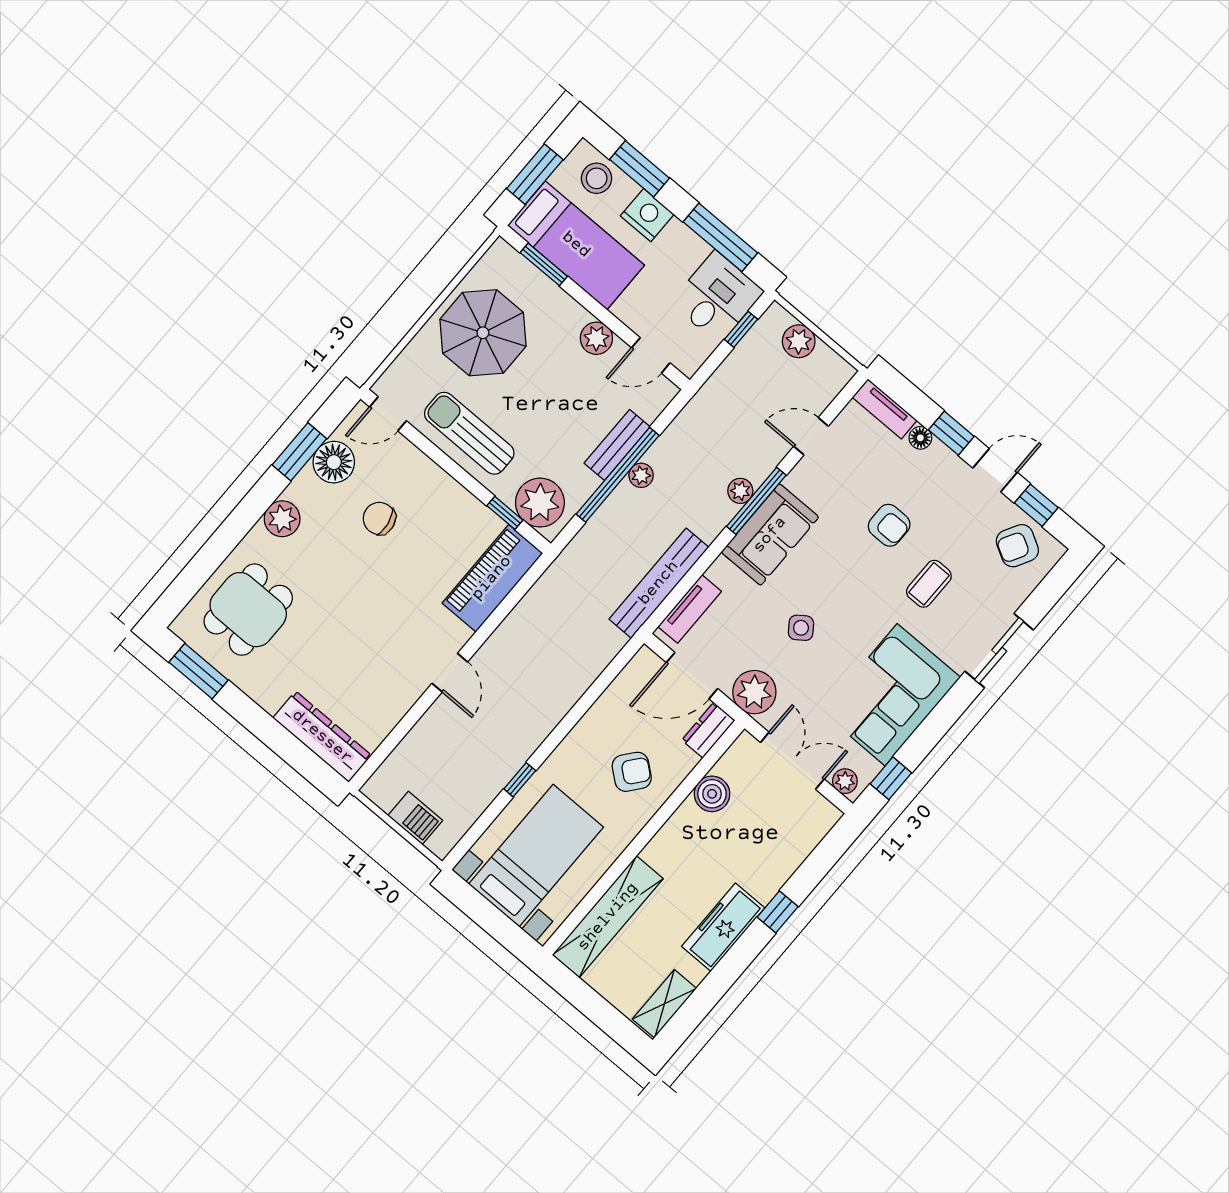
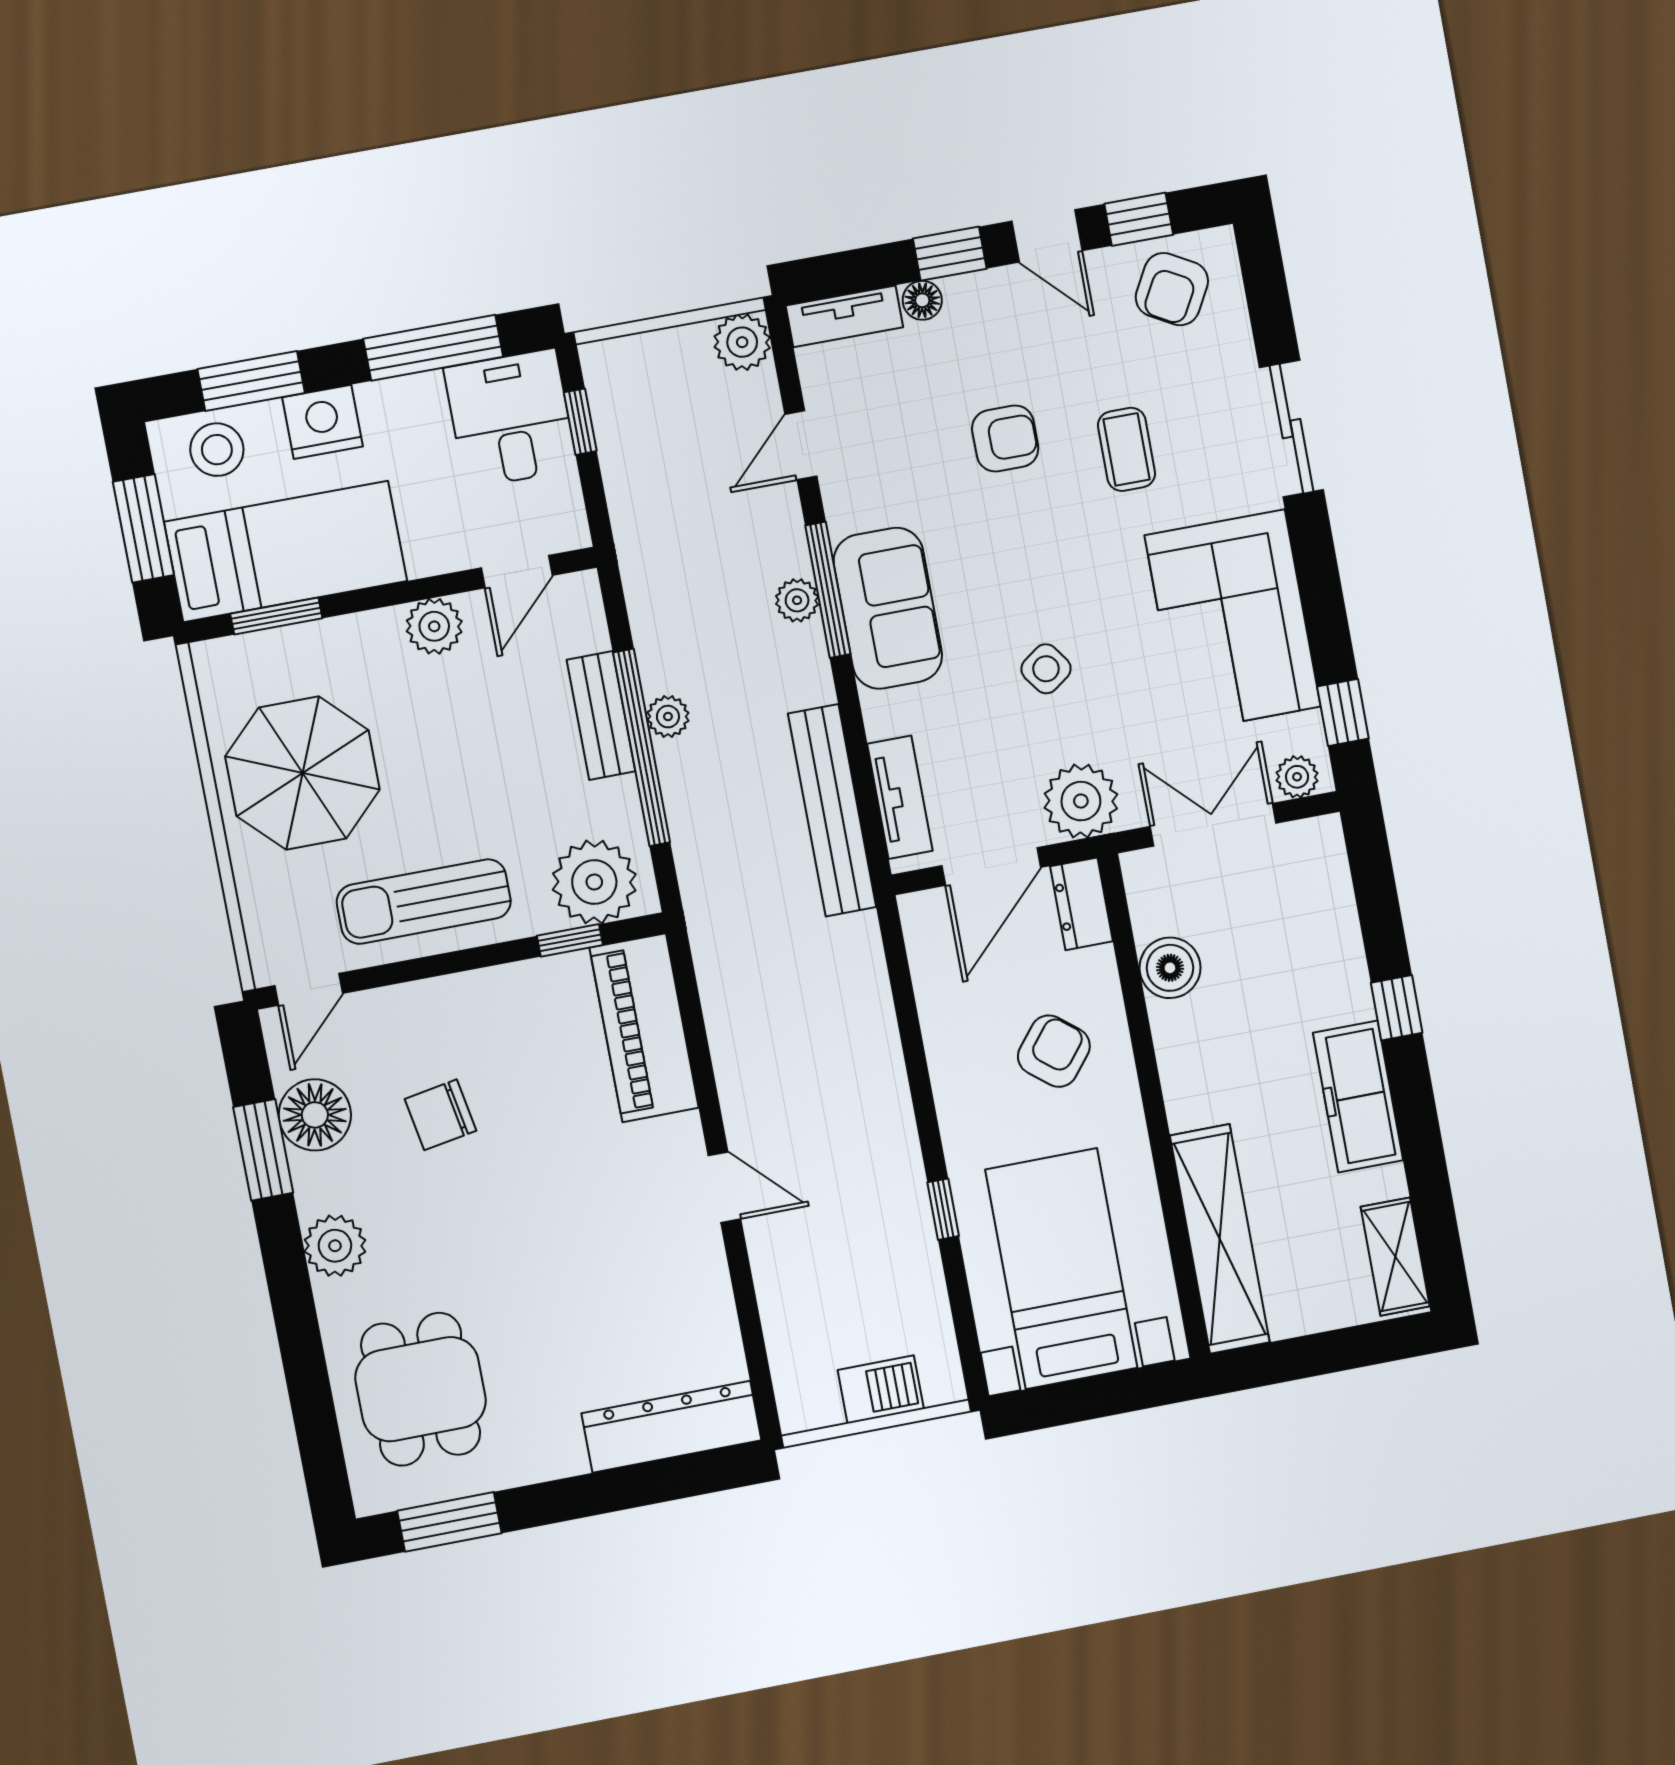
plant: (799, 341) -> (742, 342), moved
door: (995, 470) -> (1047, 236), swing flipped

